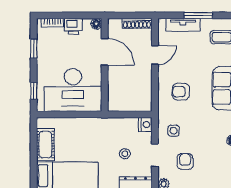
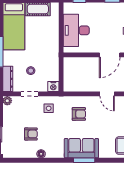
desk: (73, 90) -> (76, 30), width x0.73, depth x0.77
armchair: (181, 92) -> (79, 114), turned 90
armchair: (185, 162) -> (31, 134), moved

